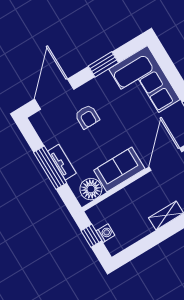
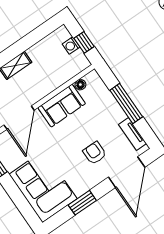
tv unit: (62, 162) -> (133, 134), moved
floor lamp: (91, 189) -> (80, 85), width x0.53, depth x0.53

